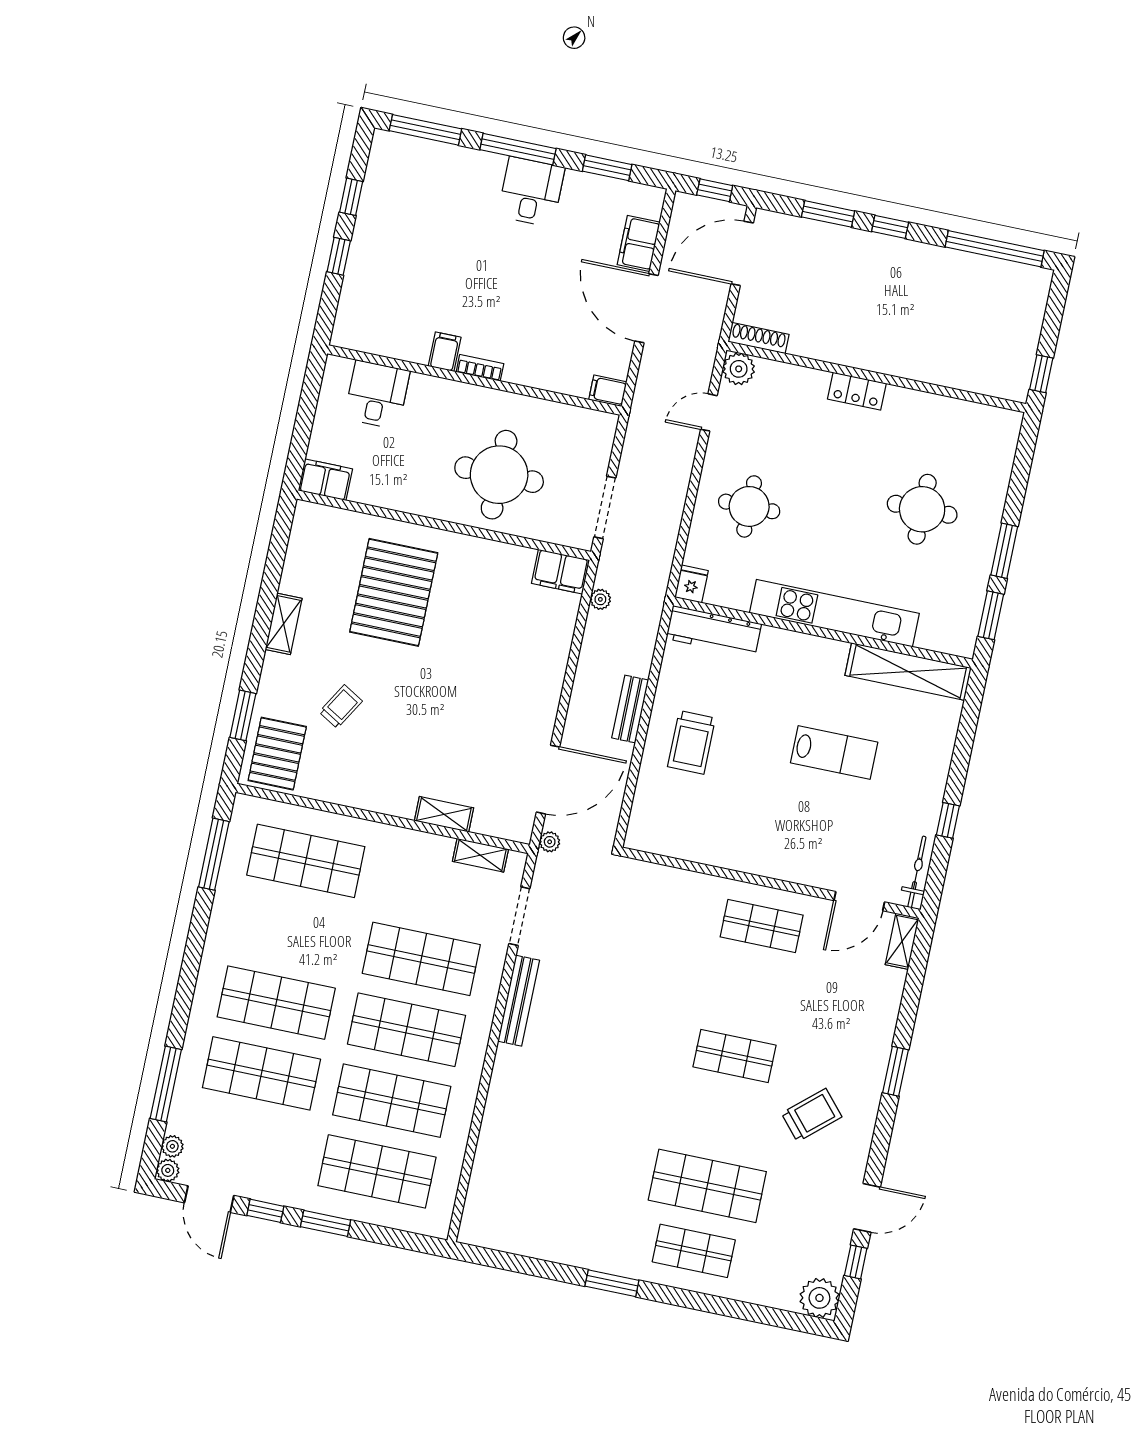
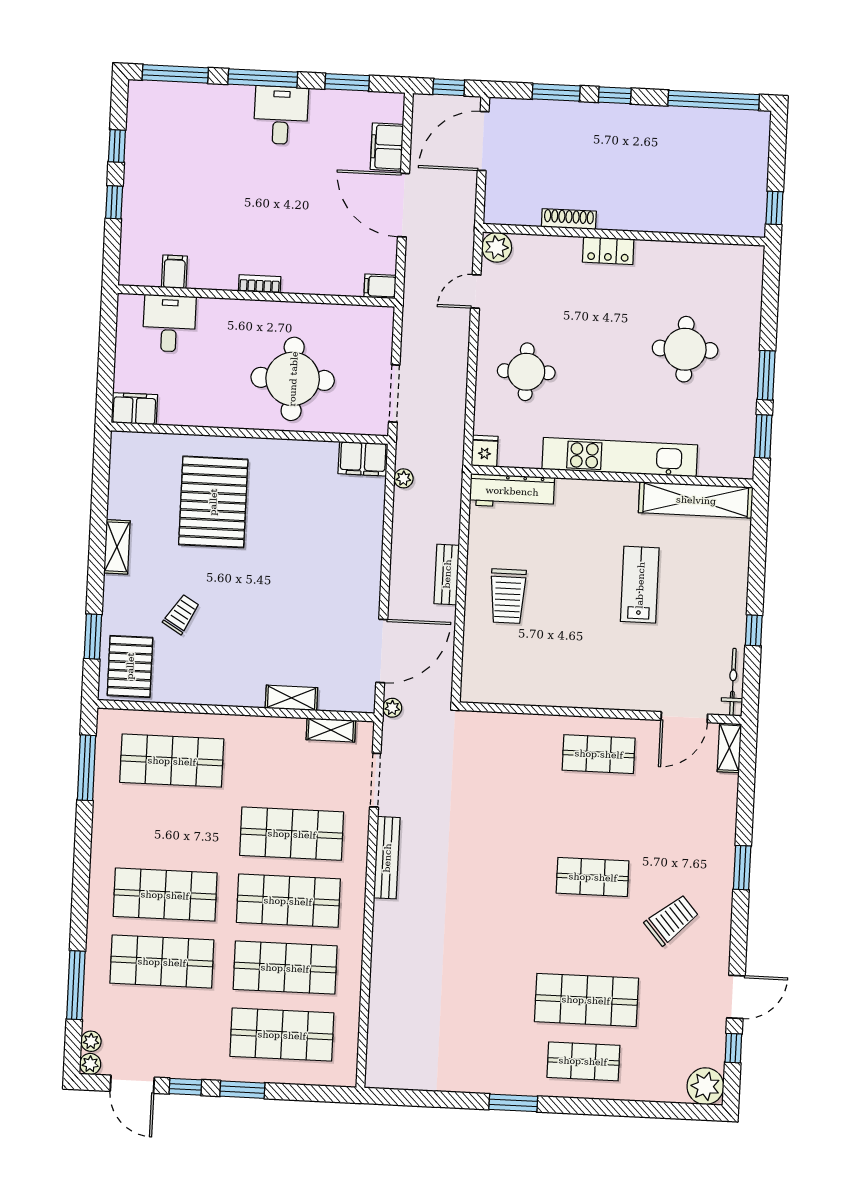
shoe rack: (758, 338) -> (569, 219), moved
filing cabinet: (445, 352) -> (174, 272), moved
lab bench: (834, 752) -> (640, 585), turned -90

